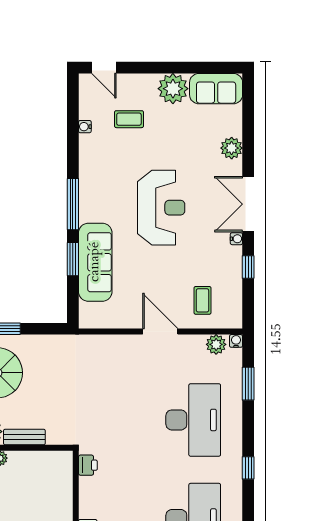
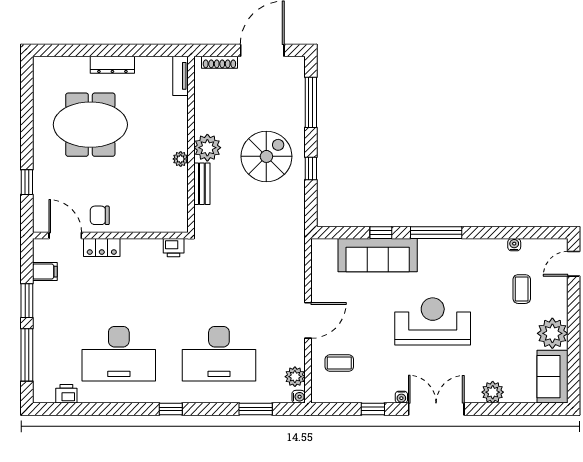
reception desk: (161, 208) -> (433, 321), turned 180
window: (73, 259) -> (381, 233), width x0.67

